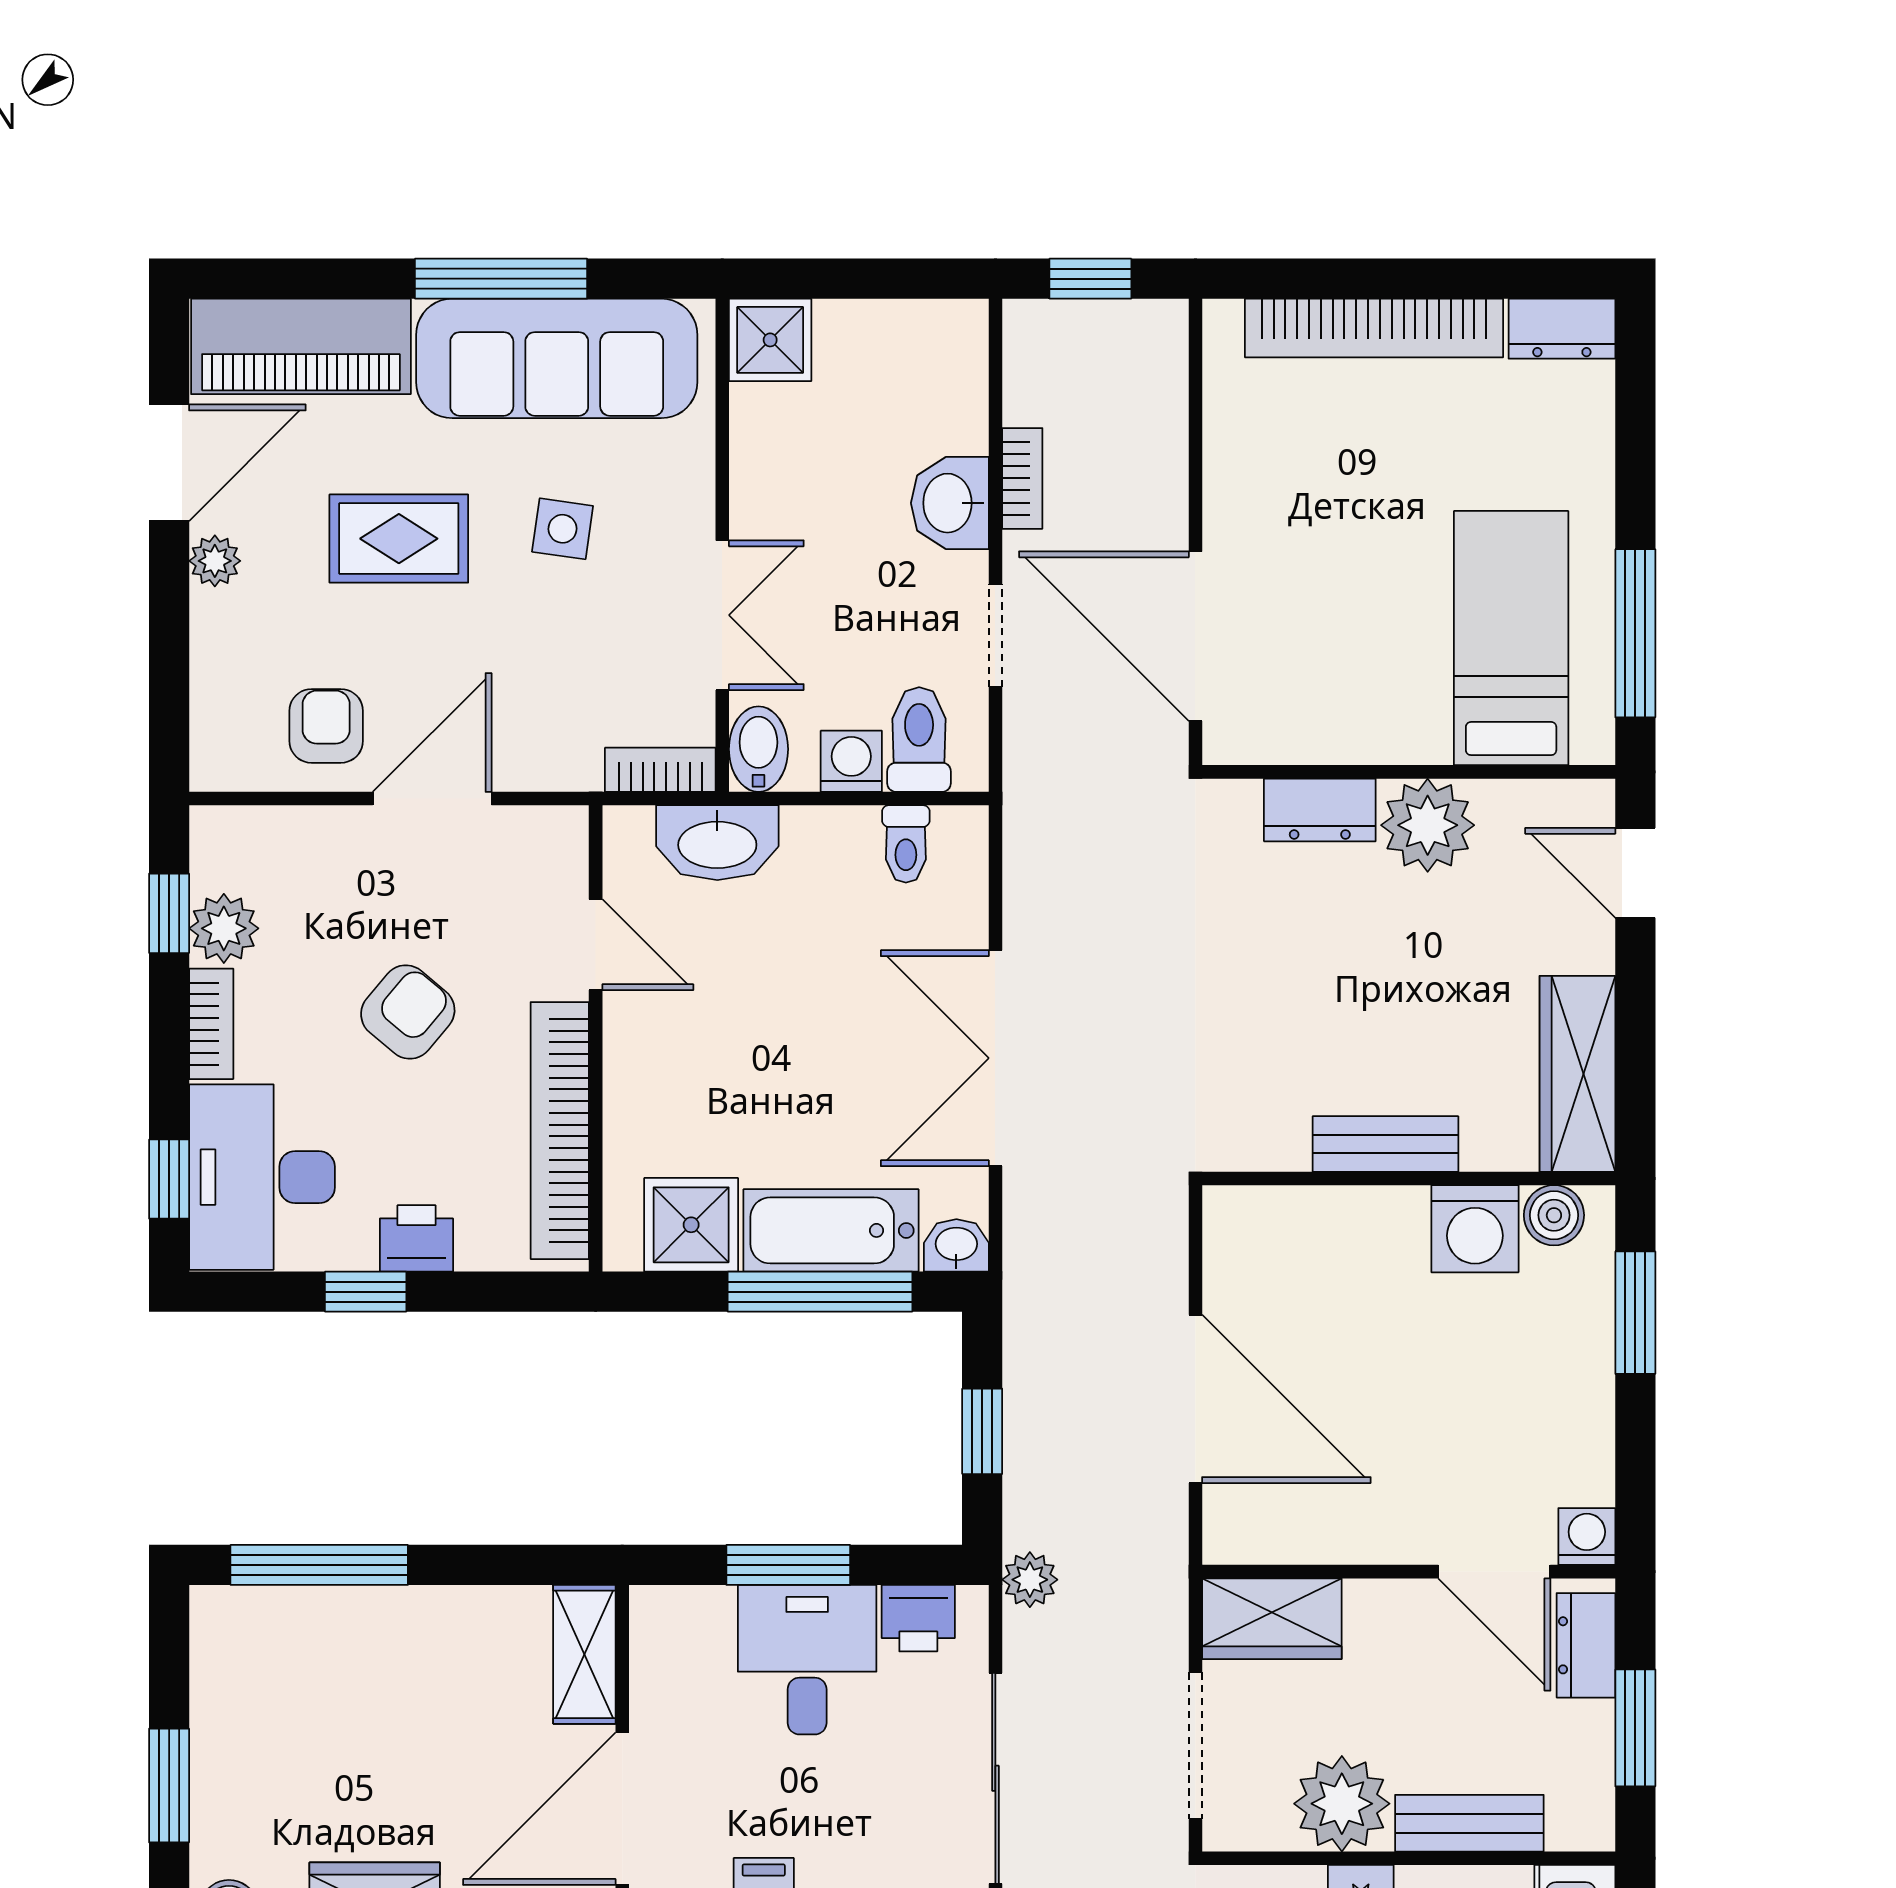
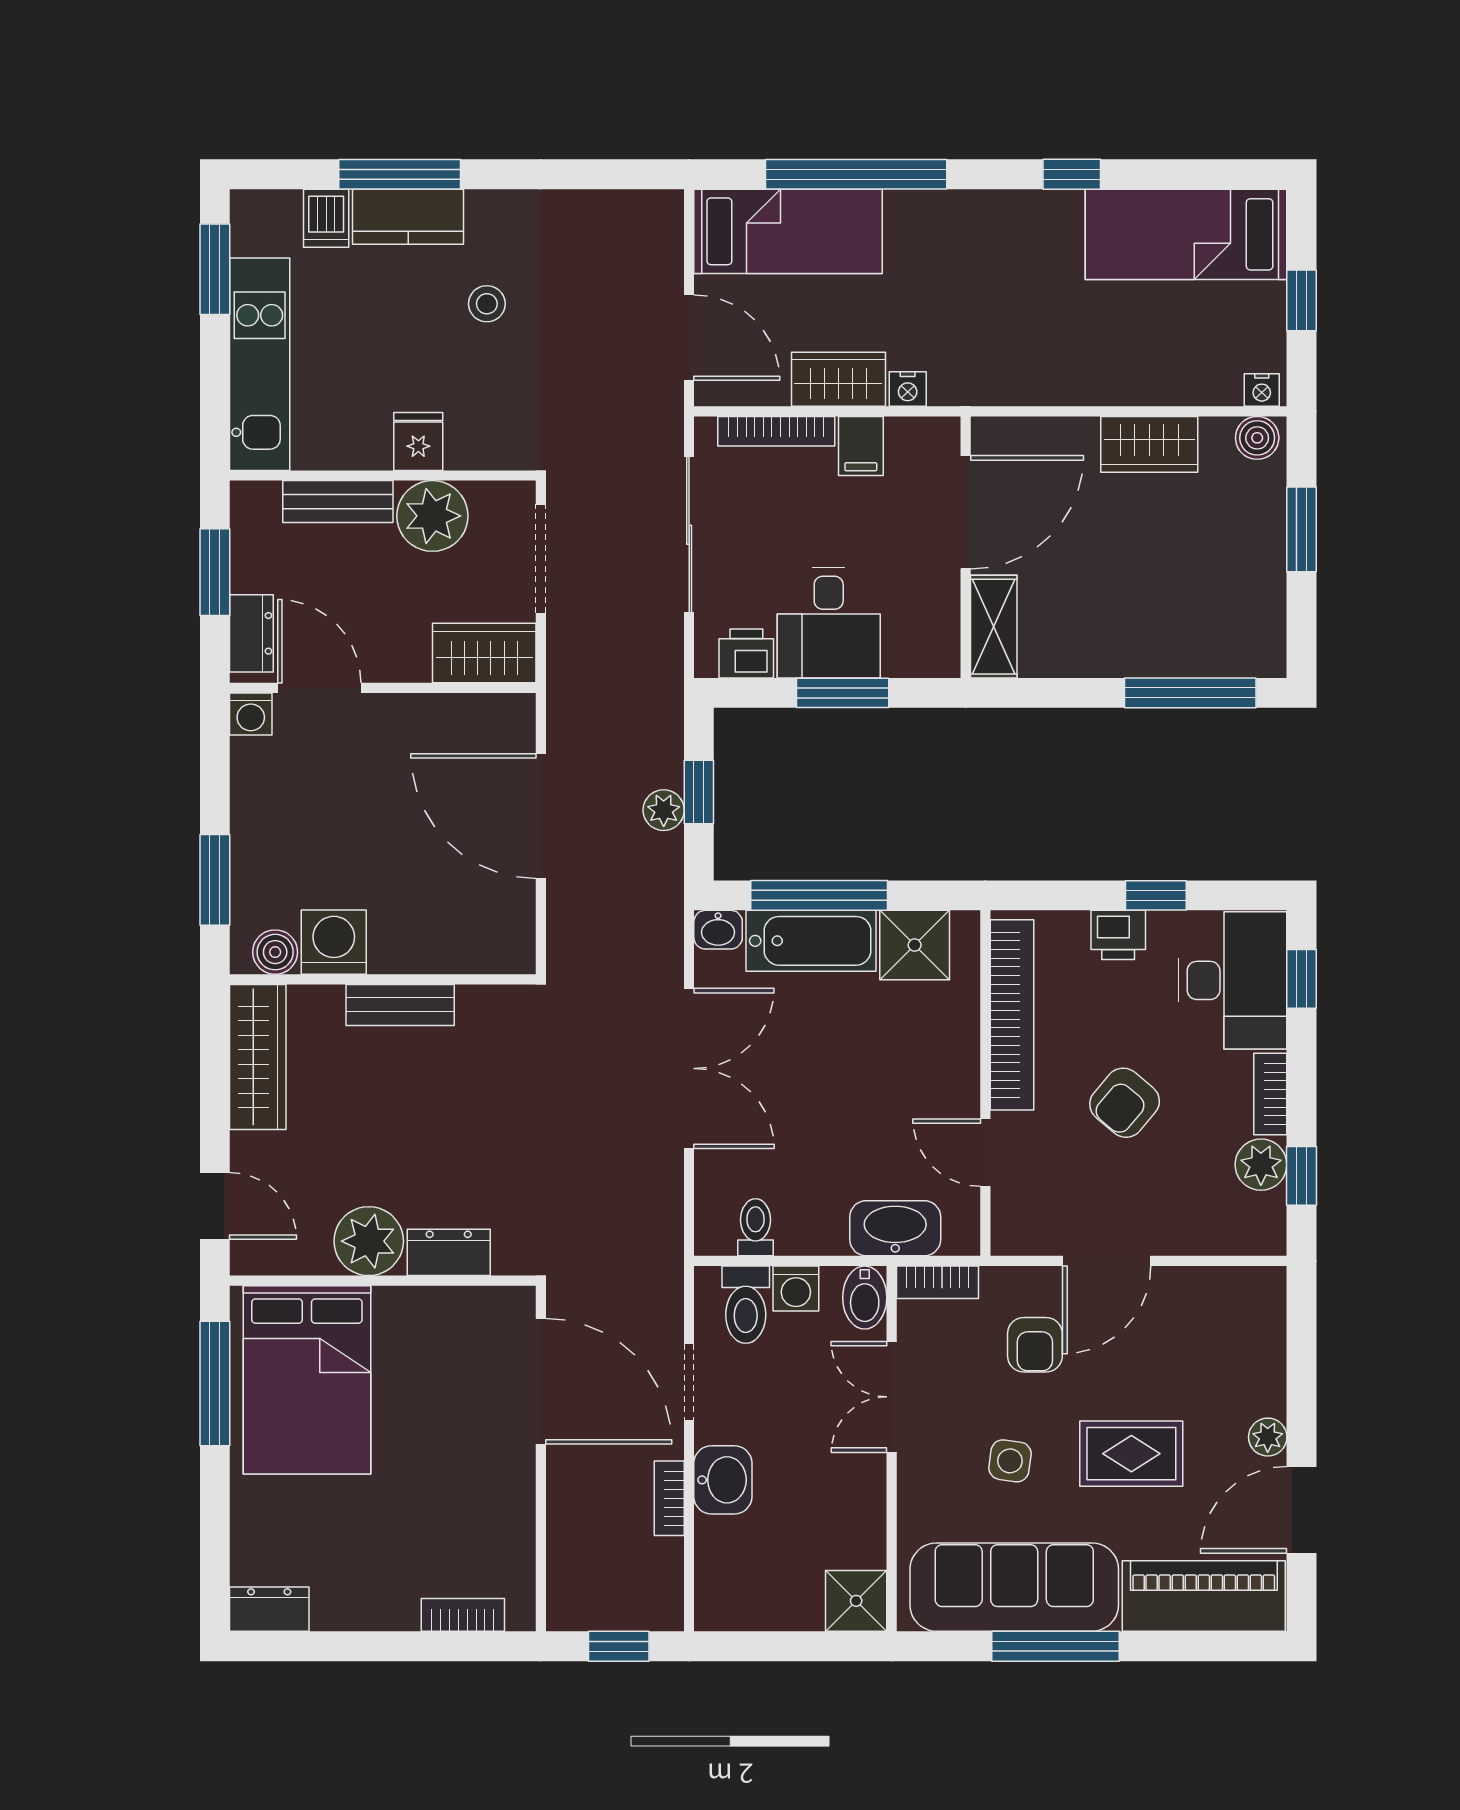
bookcase: (1374, 328) -> (463, 1615), width x0.43, depth x0.76
bed: (1511, 638) -> (307, 1380), width x1.50
armchair: (326, 726) -> (1035, 1345), moved
plant: (1030, 1580) -> (664, 810), moved

